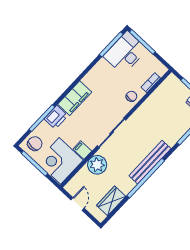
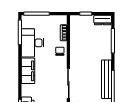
desk: (125, 53) -> (33, 43), moved
filing cabinet: (75, 98) -> (28, 71), moved

